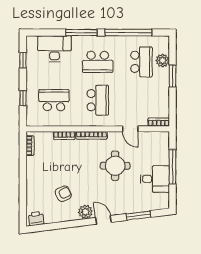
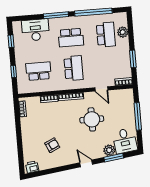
window: (173, 76) -> (133, 59), moved
desk: (155, 179) -> (125, 141), moved, turned 83
plant: (85, 212) -> (109, 150), moved

